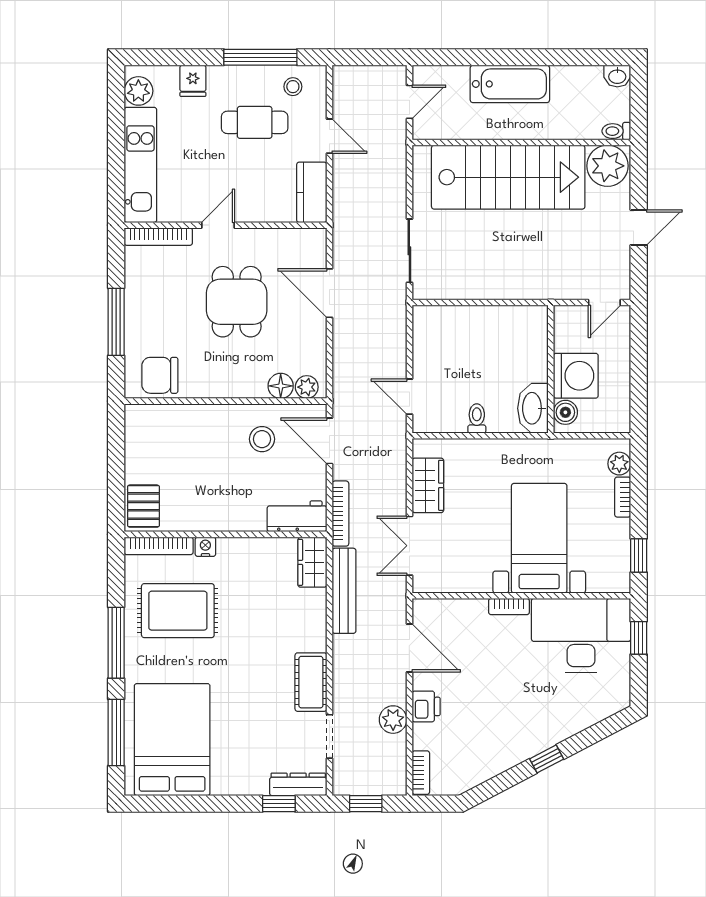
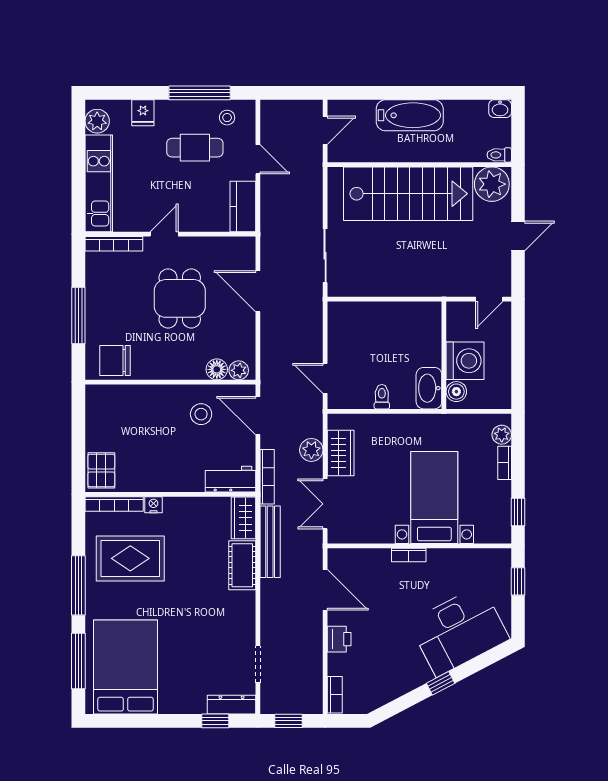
desk: (581, 636) -> (459, 631), moved, turned 152
cot: (311, 682) -> (242, 565), moved
plant: (393, 720) -> (311, 450), moved

